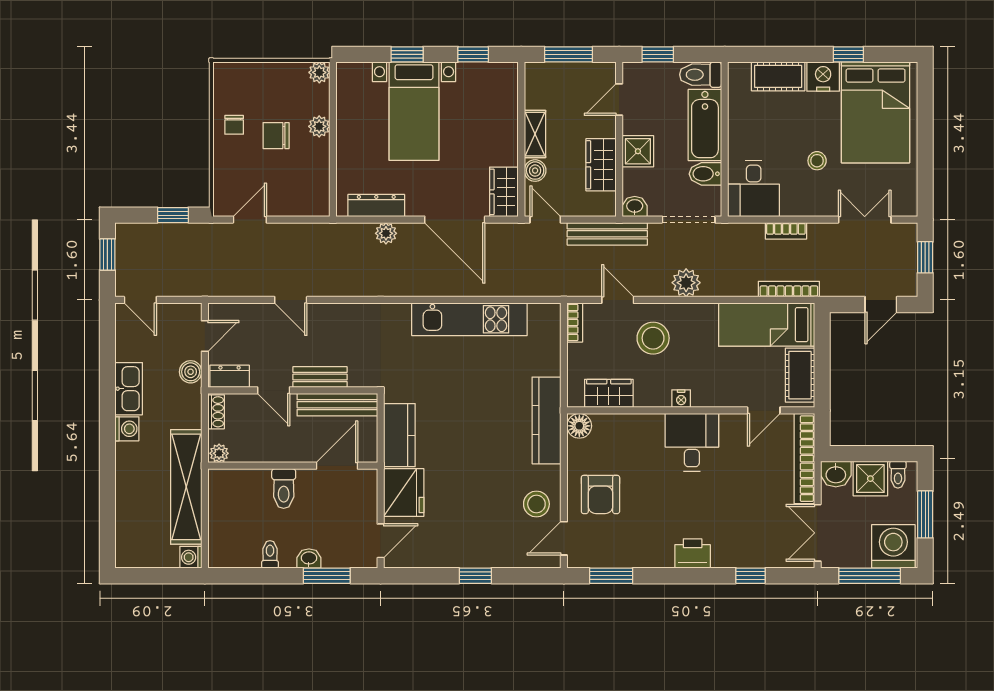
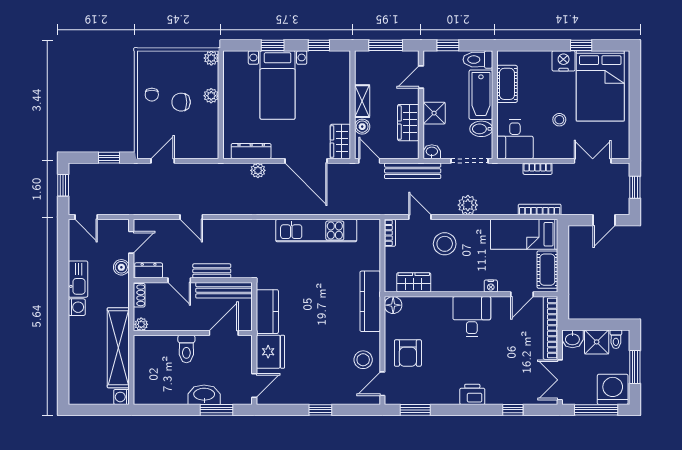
cot: (778, 76) -> (507, 84), moved, turned 90
nightstand: (681, 399) -> (491, 286), moved
toilet: (270, 554) -> (177, 395), removed
washbasin: (309, 558) -> (204, 395), width x1.91, depth x1.45

